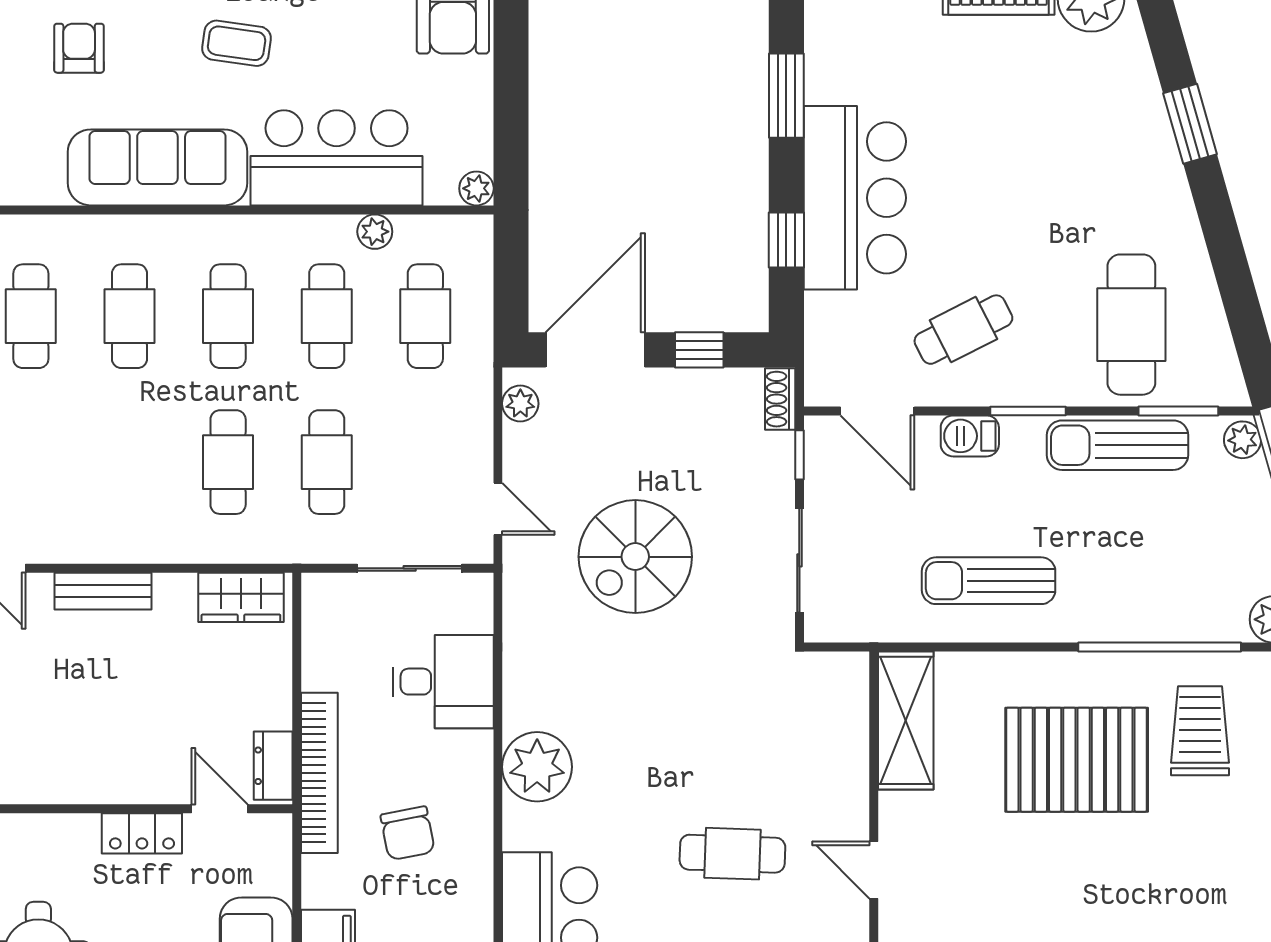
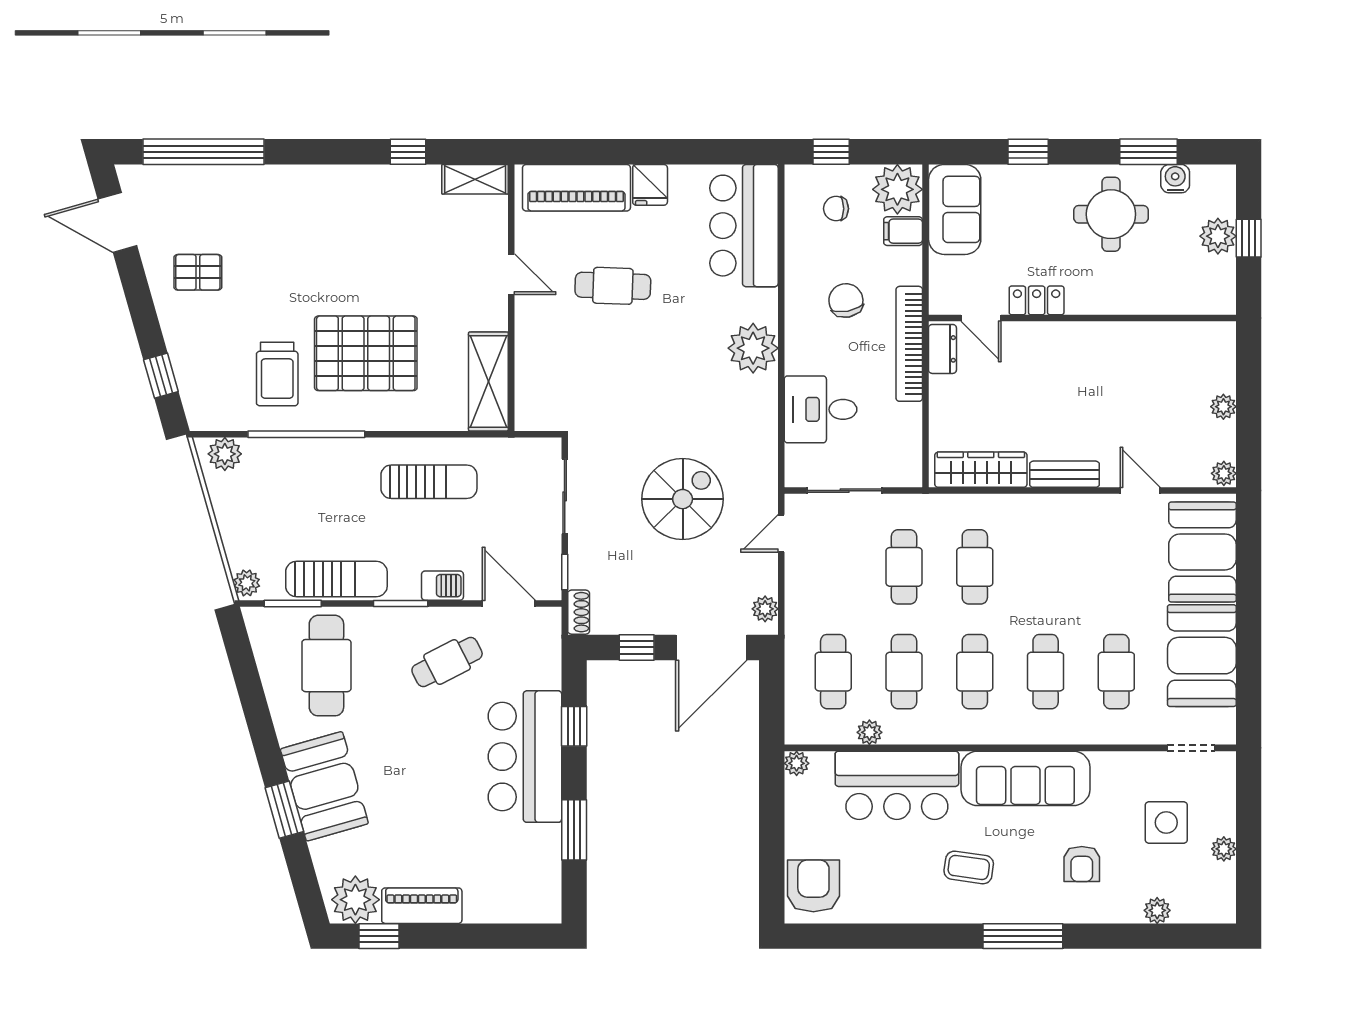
booth: (1134, 156) -> (324, 786), added
door: (498, 509) -> (781, 533), hinge flipped
wardrobe: (241, 597) -> (981, 470), width x1.50

